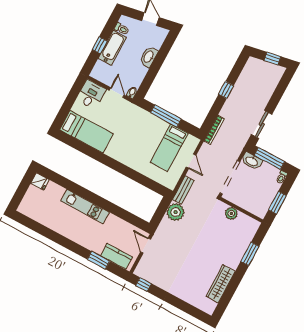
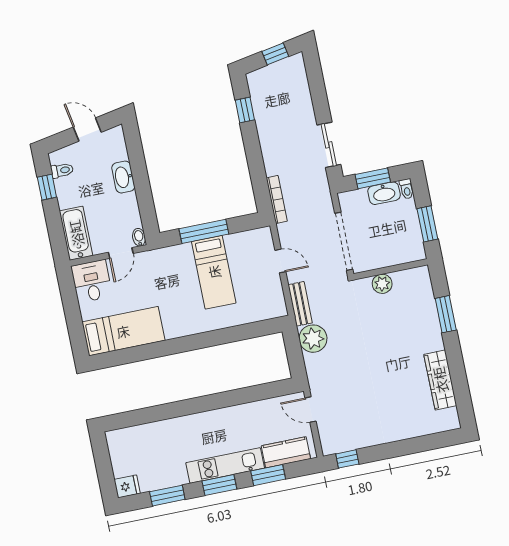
window: (100, 45) -> (47, 187), moved
bathtub: (112, 48) -> (76, 233), moved
window: (226, 90) -> (245, 110), moved
door: (117, 93) -> (121, 253), swing flipped
bed: (169, 148) -> (214, 272), moved
window: (269, 158) -> (373, 178), width x0.69
washbasin: (252, 161) -> (384, 193), moved
fridge: (40, 182) -> (127, 486), moved
kitchen unit: (85, 207) -> (225, 465), moved, turned 180
window: (41, 229) -> (167, 496), added
window: (71, 245) -> (219, 485), added

